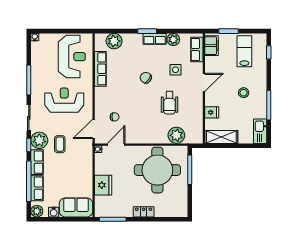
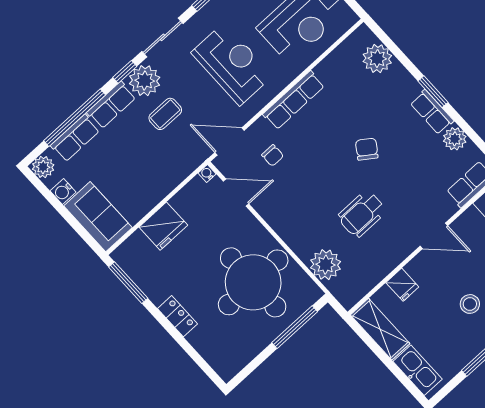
row of seats: (100, 69) -> (294, 100), moved
side table: (176, 70) -> (415, 180), removed
kitchen sink: (260, 131) -> (418, 370), moved, turned 90

